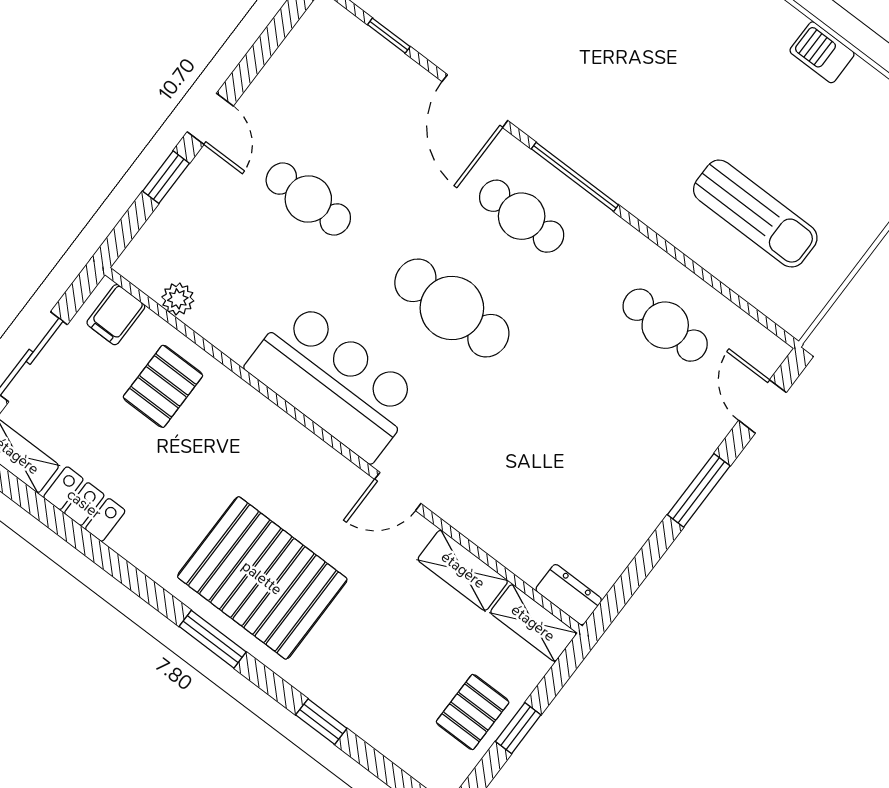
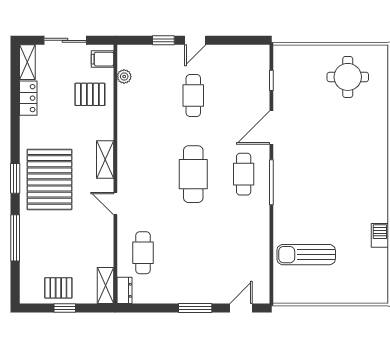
sun lounger: (755, 214) -> (306, 255), turned 90
cafe table: (665, 325) -> (143, 253), moved
bar counter: (334, 381) -> (137, 152), removed
shelving: (463, 570) -> (105, 159), moved
window: (321, 722) -> (15, 238), width x2.17

